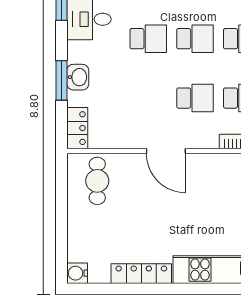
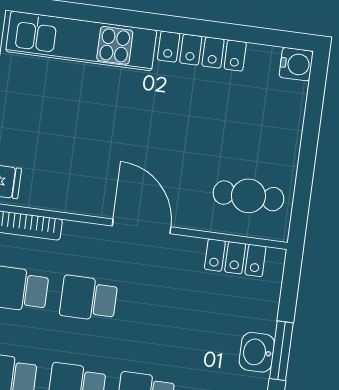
locker: (77, 128) -> (235, 258), moved, turned -90
cafe table: (97, 181) -> (248, 196), turned 90

